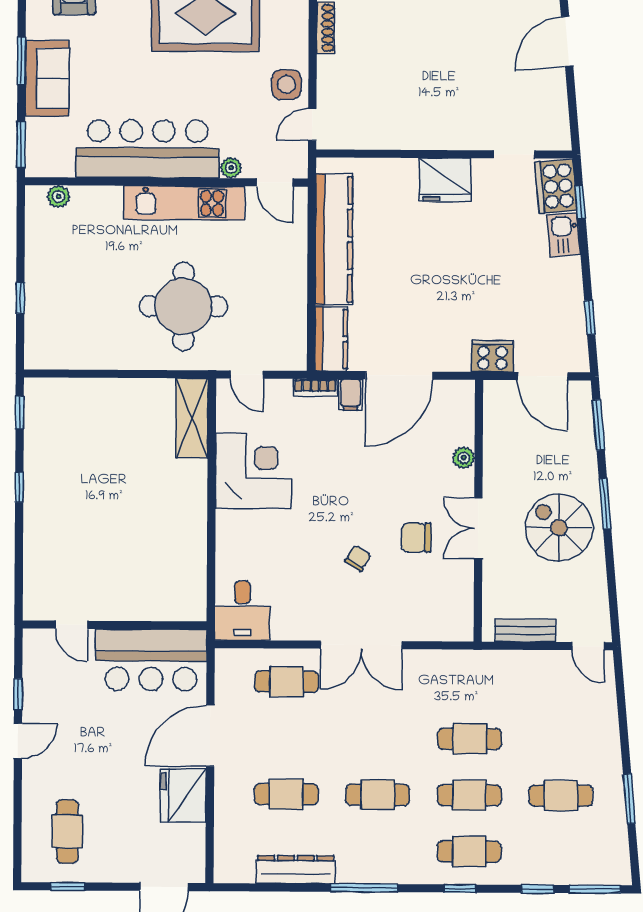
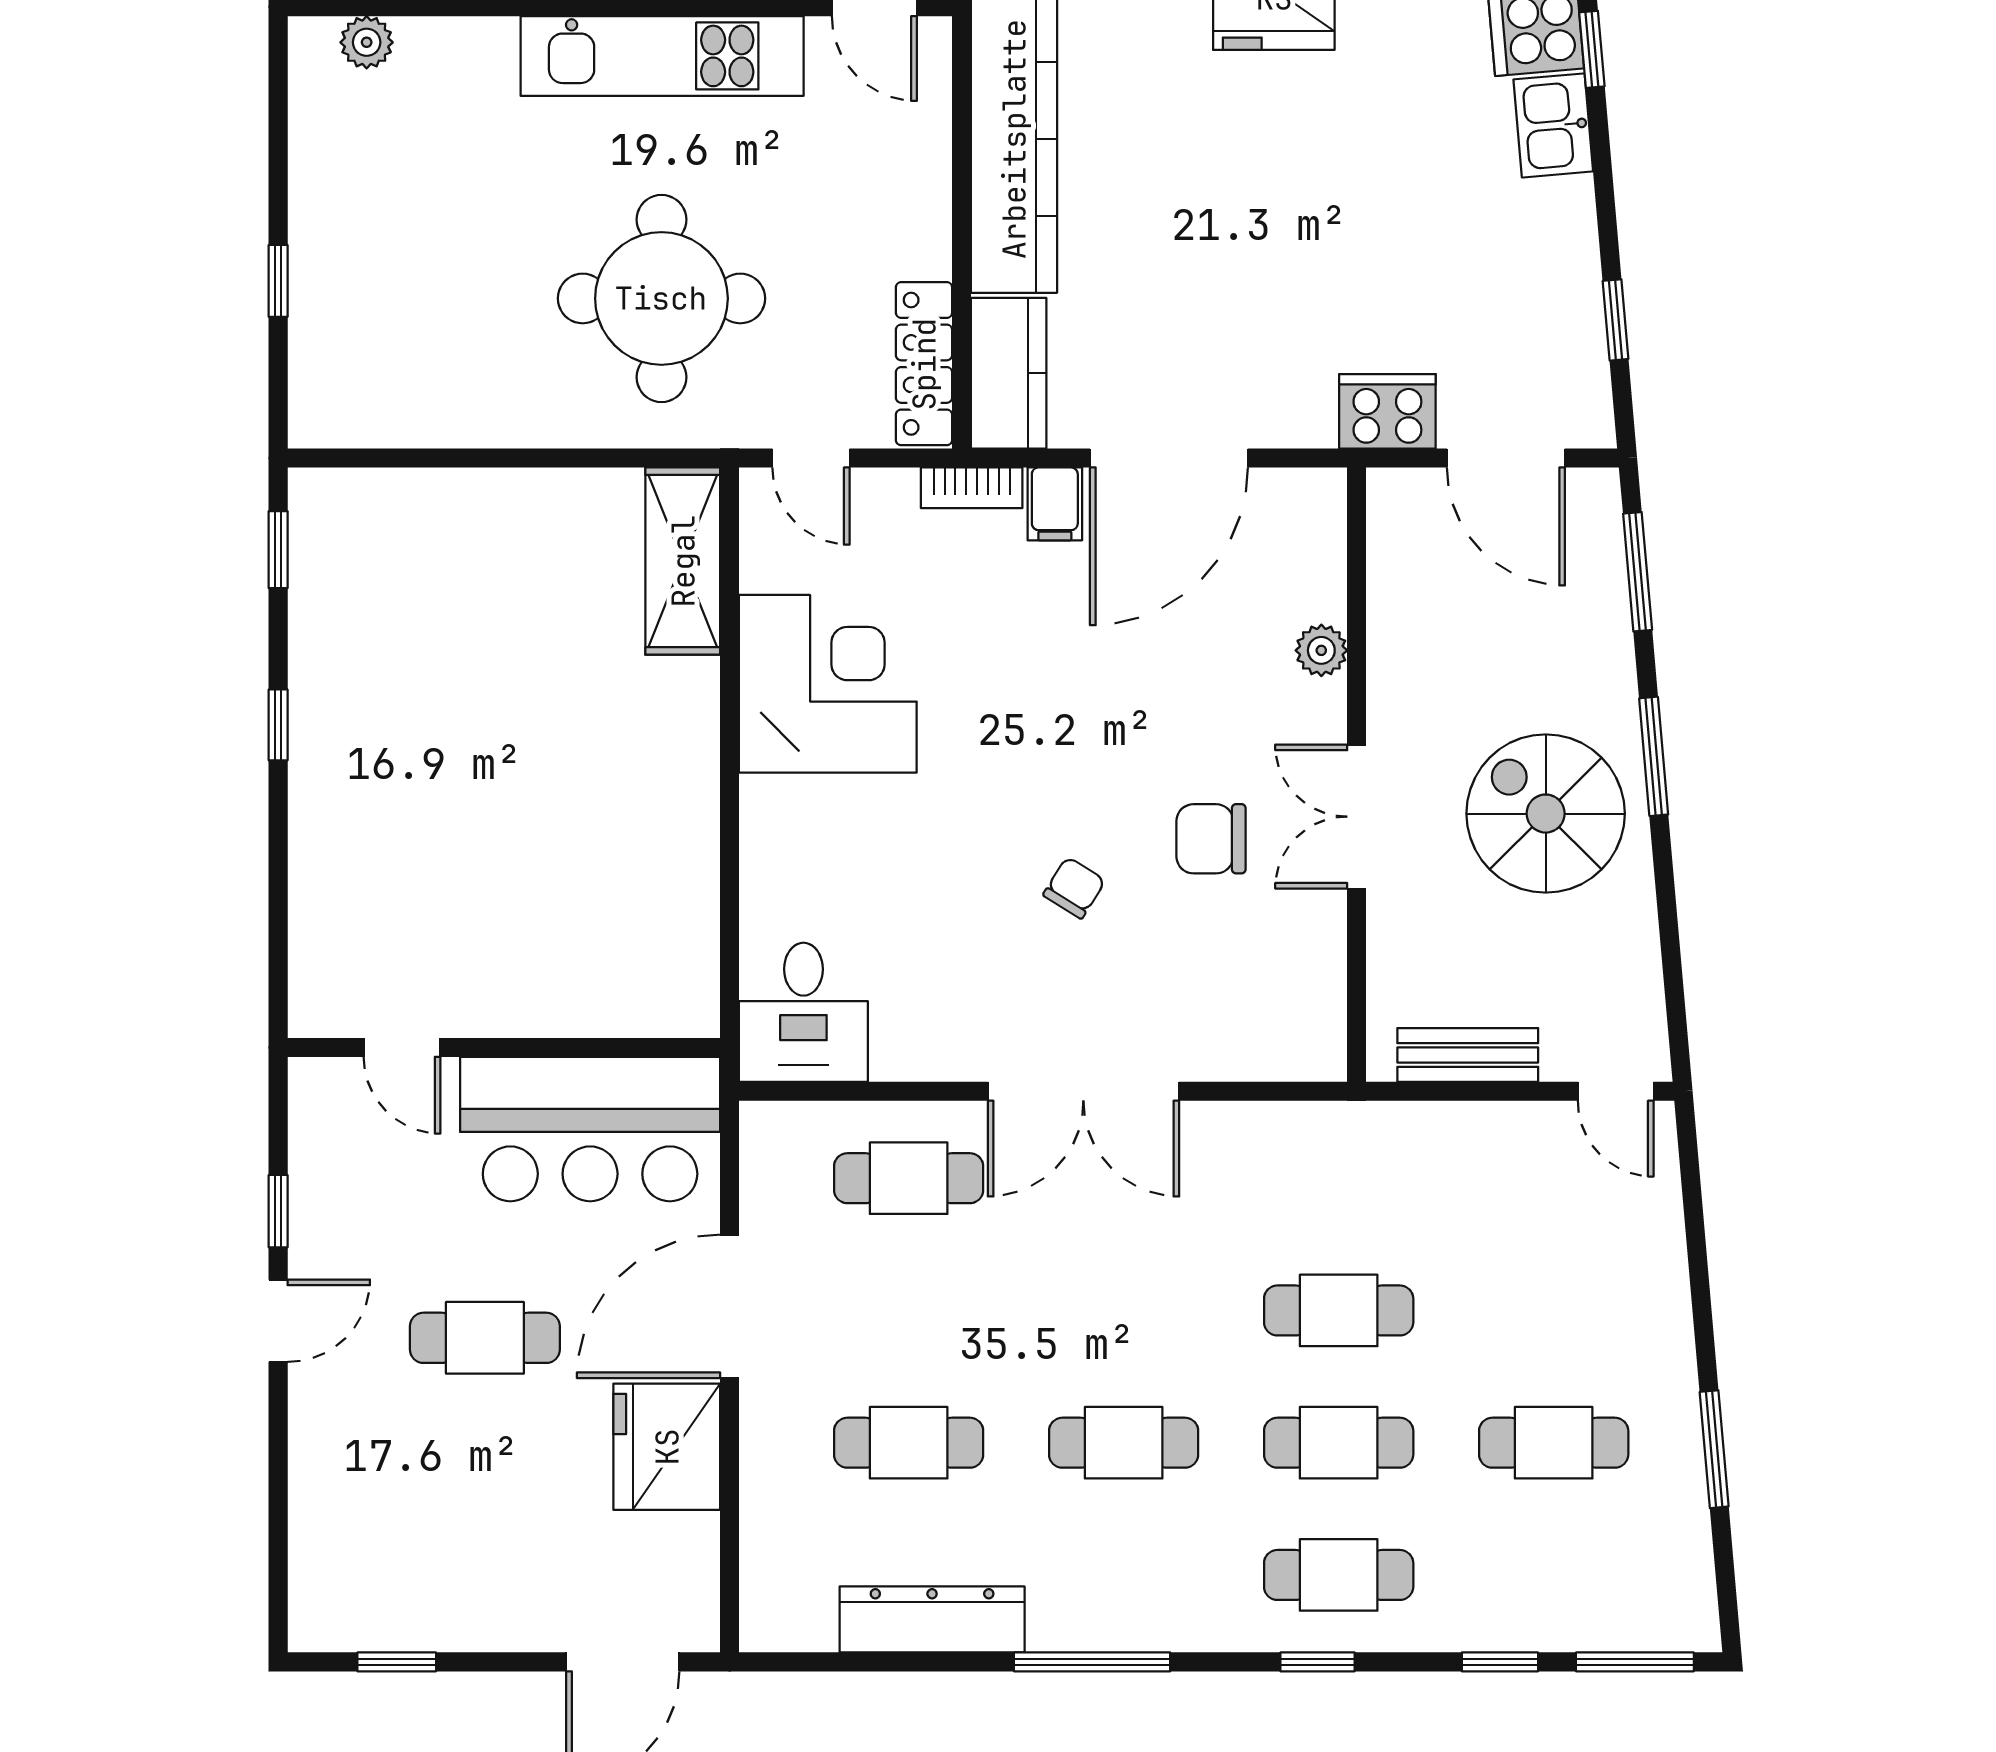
locker: (295, 335) -> (924, 364), added
cafe table: (67, 831) -> (485, 1338), moved, turned 90

